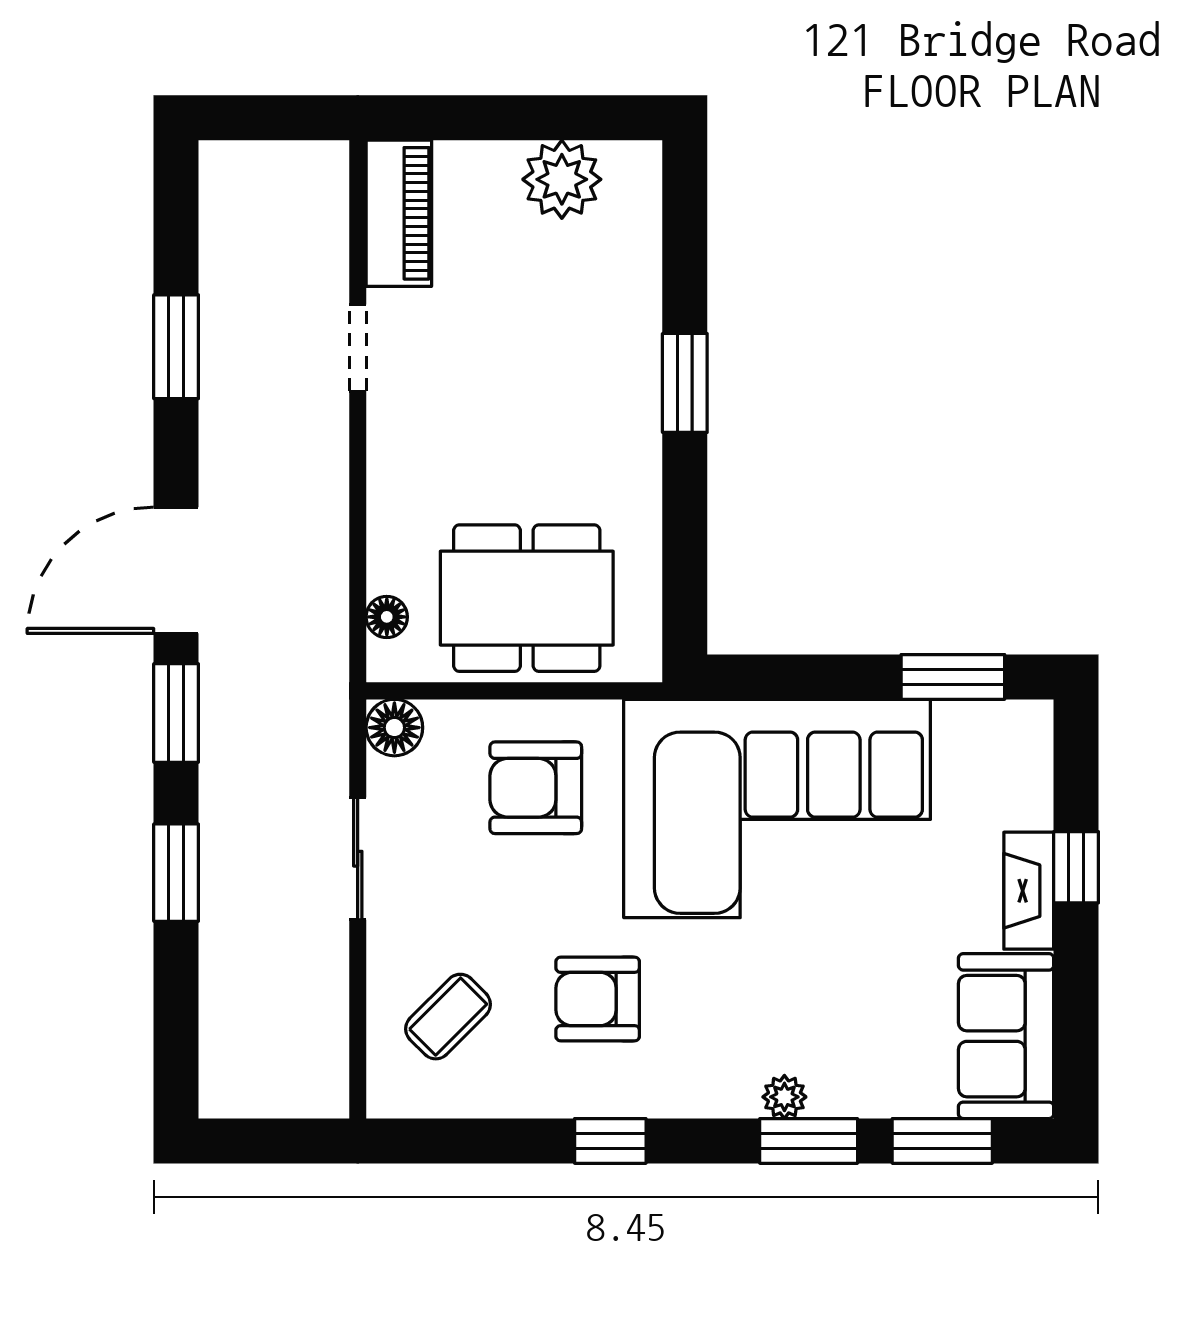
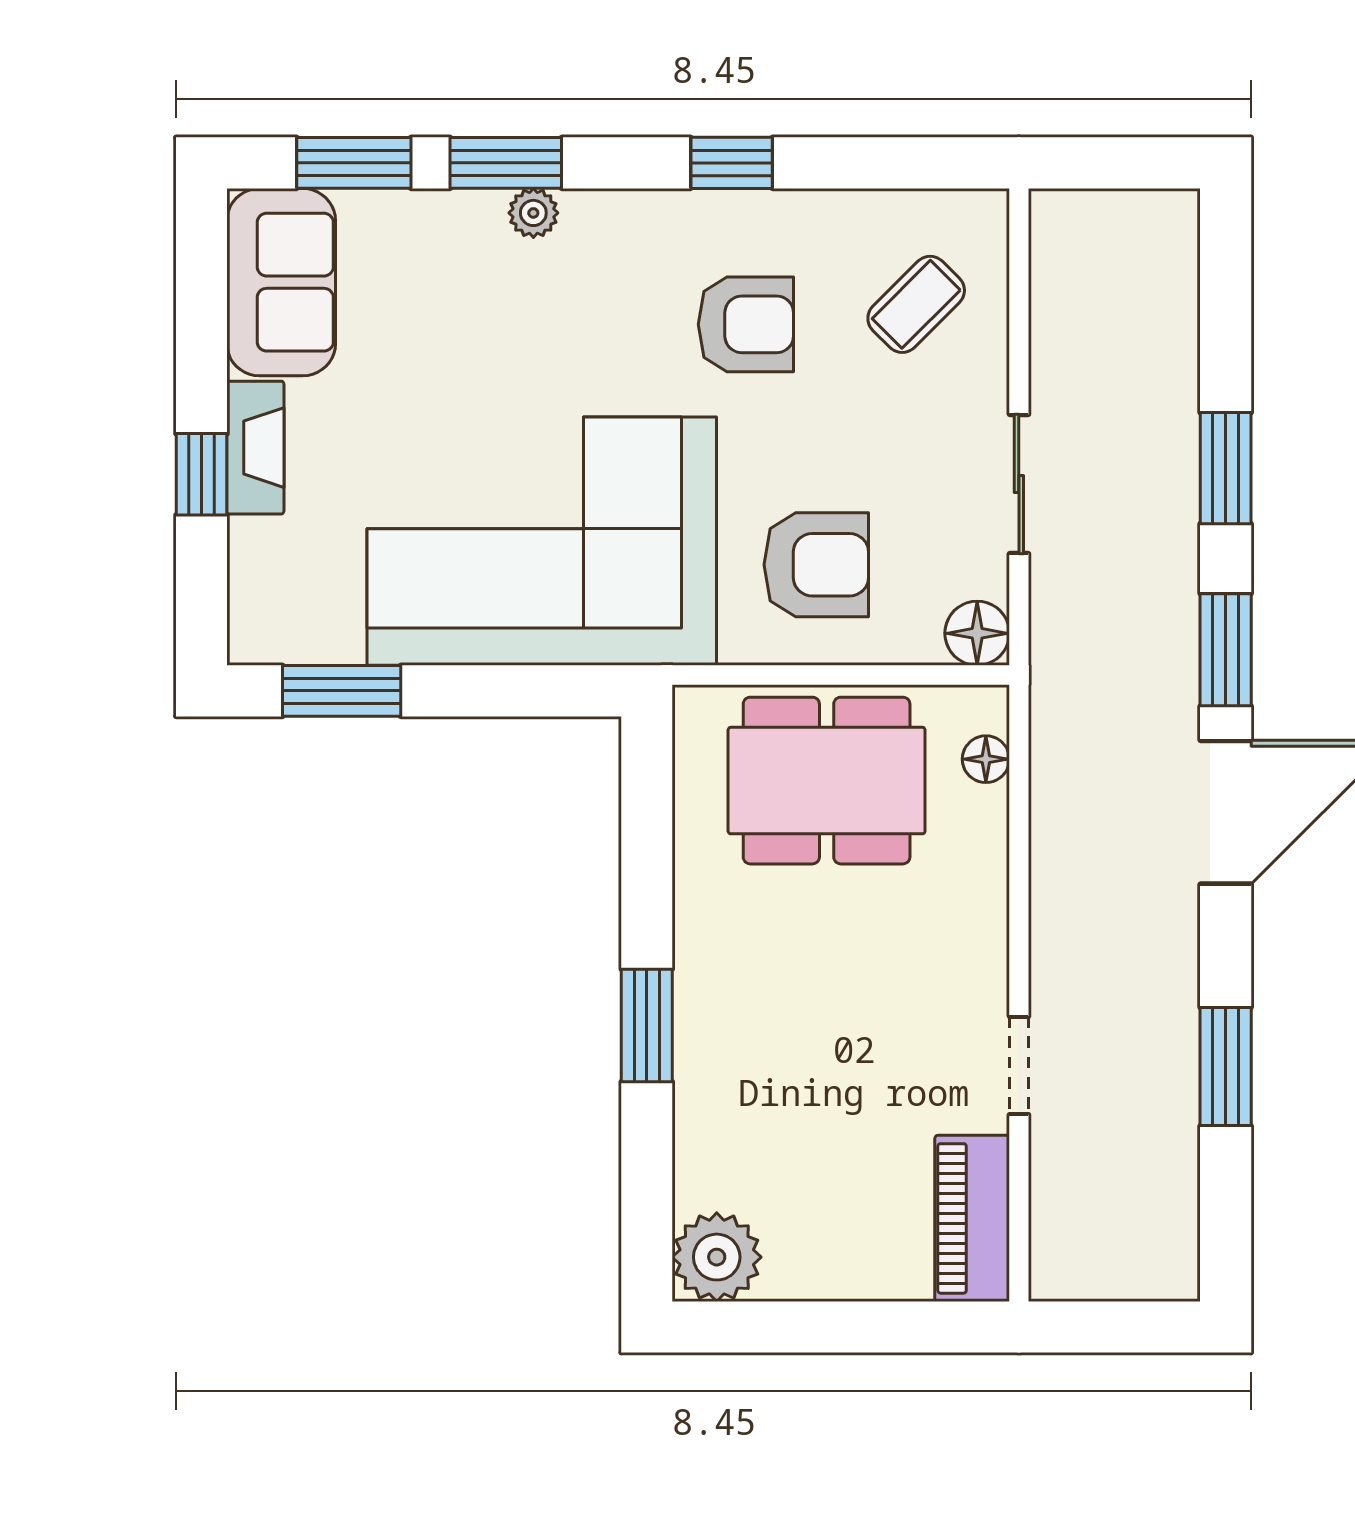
plant: (562, 179) -> (717, 1257), moved

